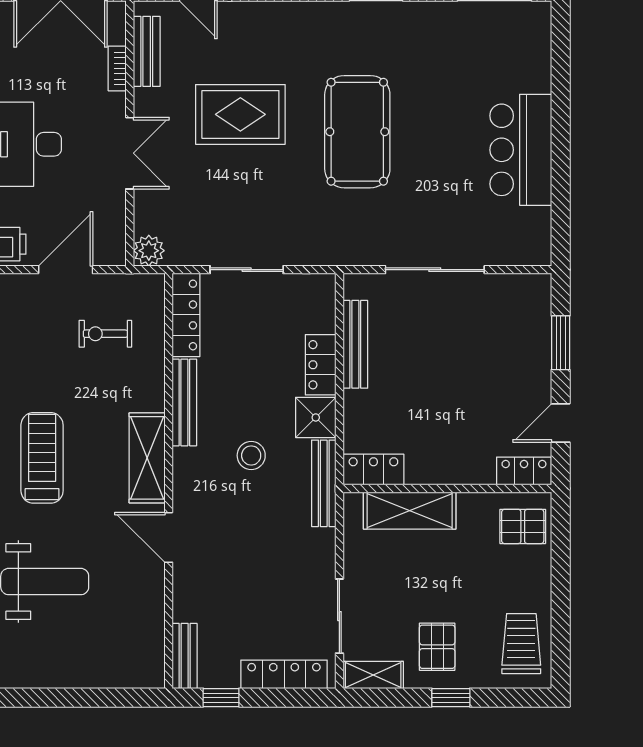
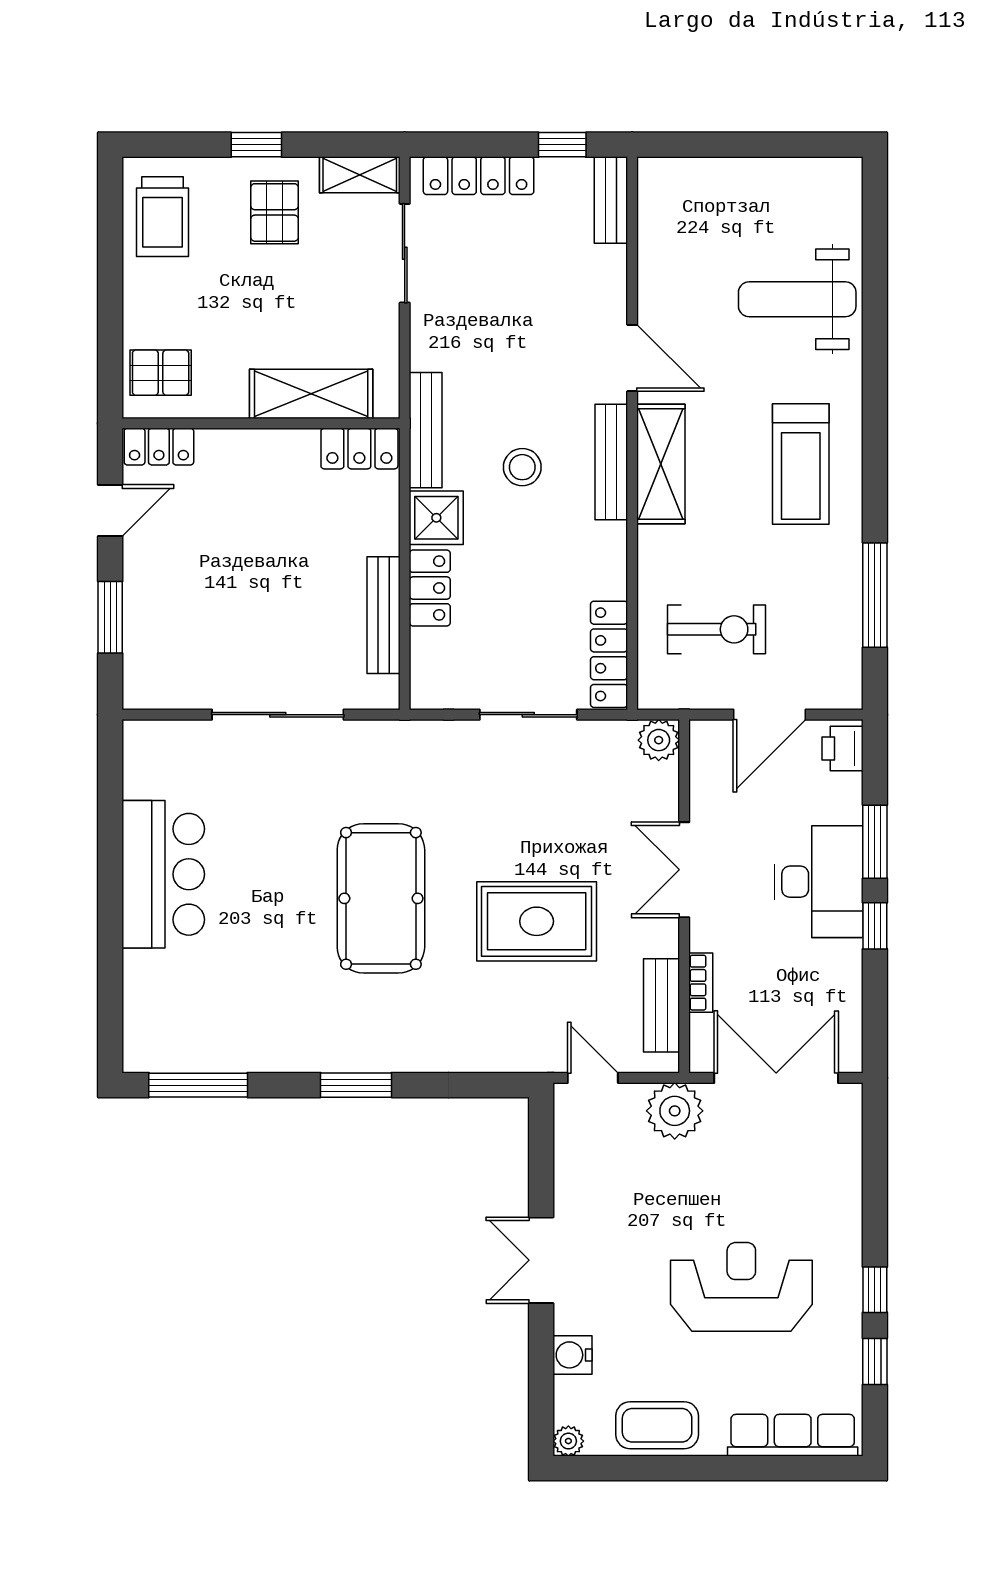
exercise bike: (105, 334) -> (716, 629), width x1.38, depth x1.39
bench: (184, 402) -> (611, 462), moved

